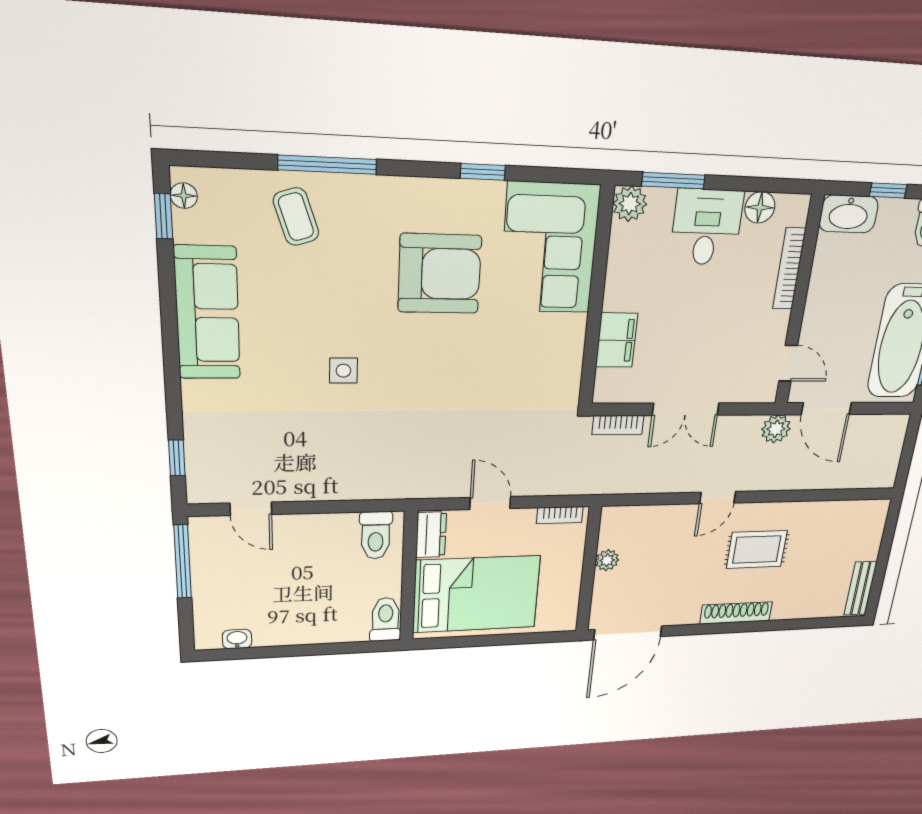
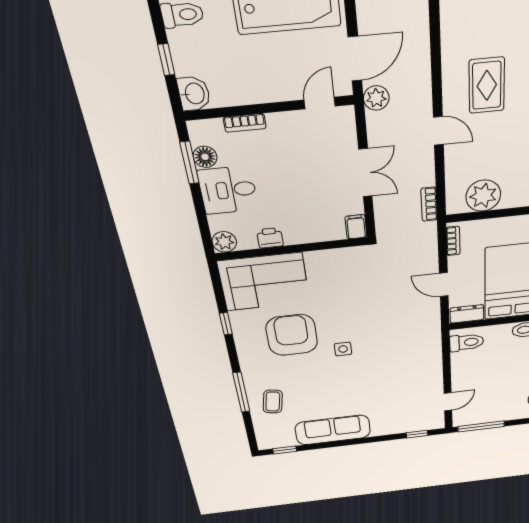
window: (673, 181) -> (190, 163), moved
floor lamp: (184, 196) -> (272, 444), removed
washbasin: (849, 214) -> (194, 94), width x0.72
coffee table: (296, 217) -> (273, 402), turned -62
bookcase: (789, 269) -> (245, 123), width x0.64
printer: (621, 271) -> (270, 238), added
filing cabinet: (617, 340) -> (356, 227), moved, width x0.50
side table: (343, 371) -> (343, 349), moved
bookcase: (618, 425) -> (429, 204), moved, turned 180
door: (490, 503) -> (444, 285), hinge flipped
plant: (607, 560) -> (483, 196), width x1.87, depth x1.87

